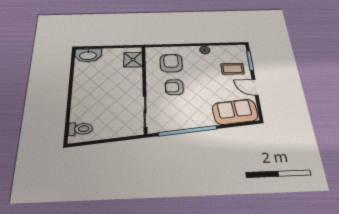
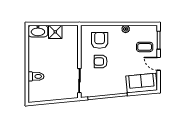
shower: (133, 60) -> (55, 32), moved
toilet: (80, 129) -> (36, 76), moved

